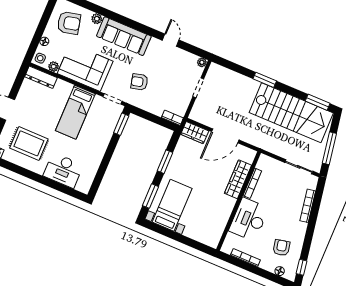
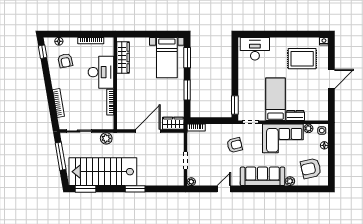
door: (171, 40) -> (224, 189), swing flipped
dresser: (41, 77) -> (295, 116), moved, width x0.70
plant: (273, 147) -> (106, 138), added
desk: (63, 170) -> (255, 49), moved
wardrobe: (238, 179) -> (123, 58), moved

